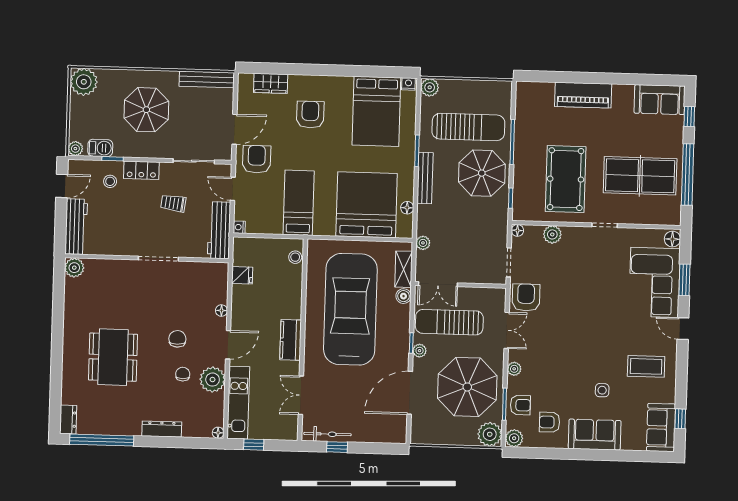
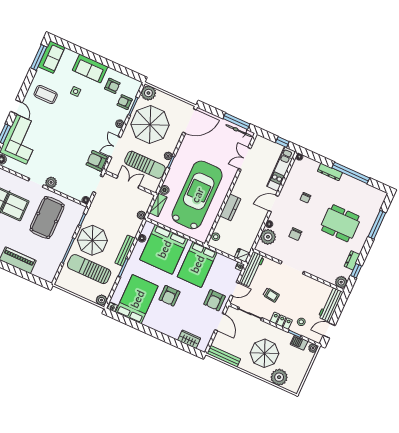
plant: (84, 82) -> (279, 377), moved
armchair: (310, 115) -> (169, 296), moved
door: (234, 129) -> (220, 322), swing flipped
door: (233, 189) -> (235, 289), hinge flipped
bed: (299, 203) -> (197, 264), width x1.50
plant: (552, 234) -> (51, 182), moved
fridge: (242, 275) -> (242, 255), moved
double door: (438, 284) -> (128, 182), moved
window: (59, 295) -> (356, 271), added
armchair: (526, 297) -> (97, 161), turned 90
car: (350, 309) -> (197, 195), turned 180
chair: (177, 339) -> (295, 234), moved
kitchen counter: (291, 340) -> (230, 207), moved
dining table: (113, 357) -> (340, 223), turned 90
window: (56, 378) -> (377, 225), added
plant: (213, 380) -> (268, 237), moved
door: (410, 393) -> (189, 121), moved
double door: (301, 395) -> (245, 159), swing flipped
dresser: (68, 419) -> (352, 260), moved
window: (680, 419) -> (39, 57), width x2.17
plant: (514, 438) -> (136, 85), removed
window: (102, 440) -> (351, 173), moved
window: (337, 447) -> (236, 121), width x2.17

